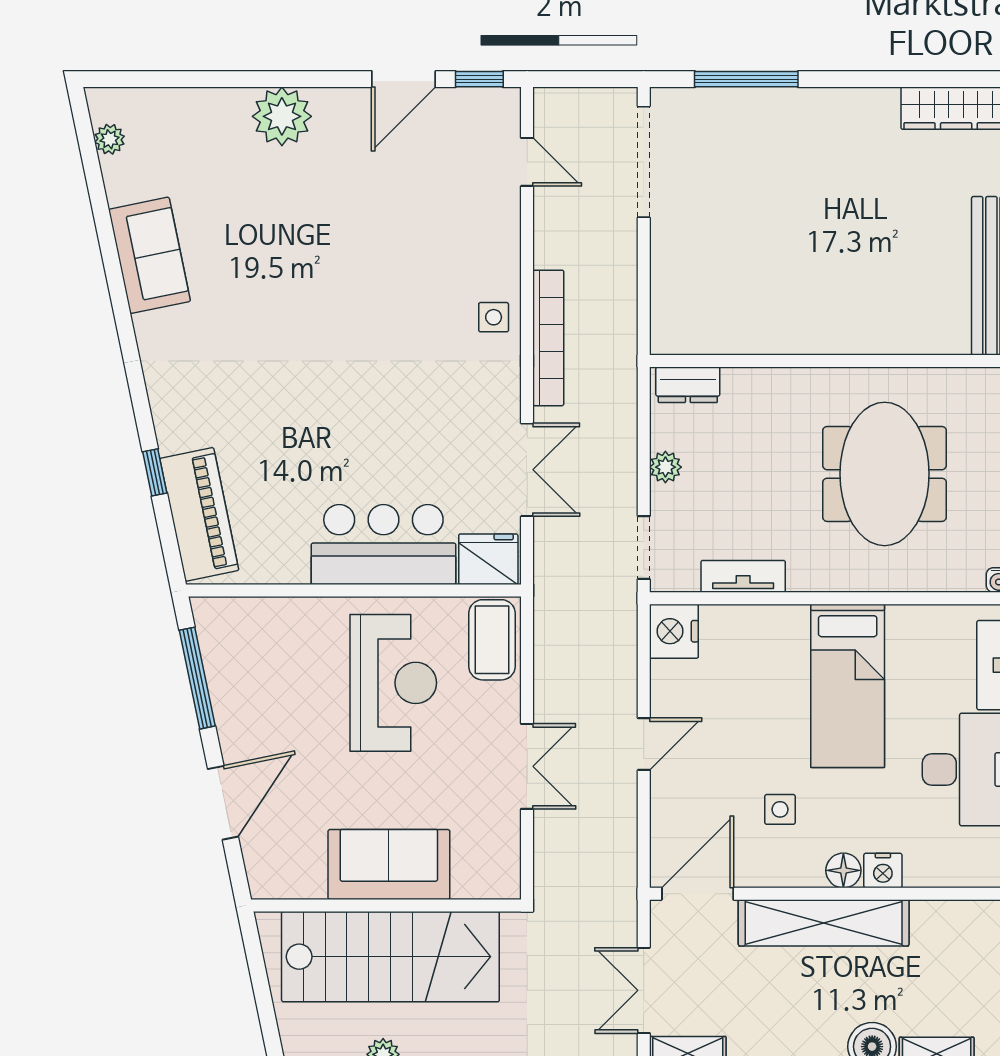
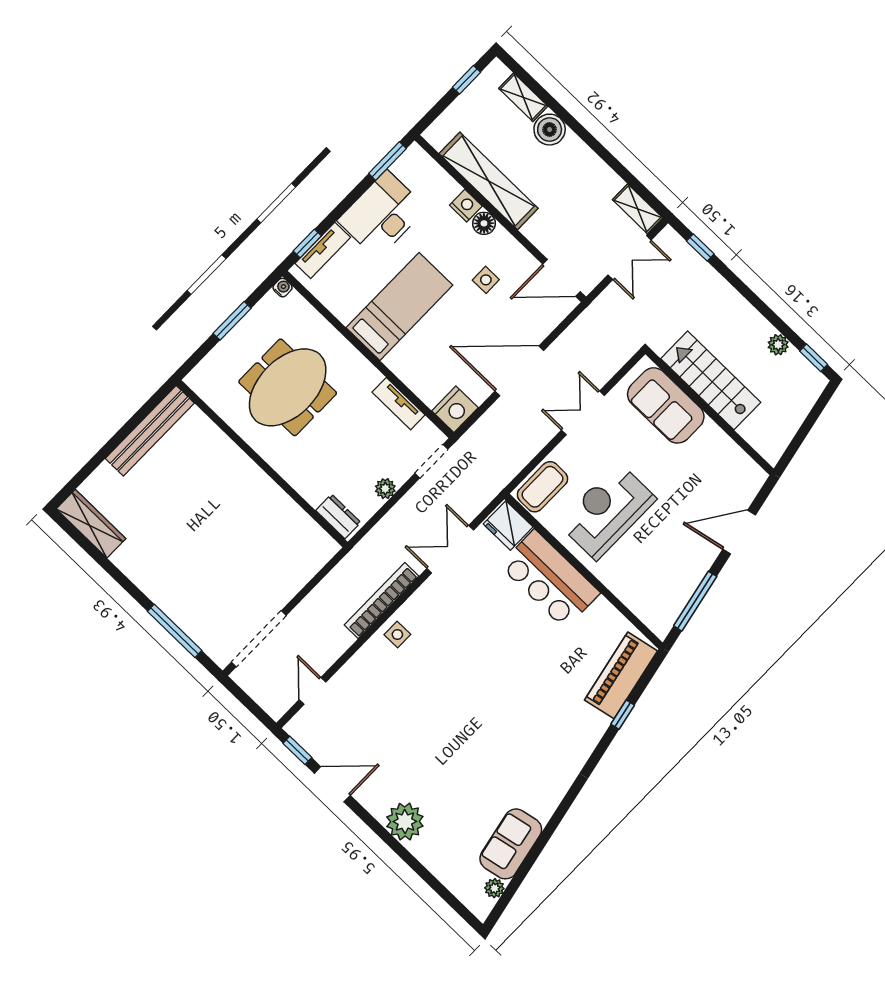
sofa: (149, 255) -> (511, 844), moved
door: (644, 744) -> (519, 371), width x1.87
sofa: (389, 864) -> (666, 405), moved
shelving: (824, 923) -> (489, 181), moved
stairs: (390, 957) -> (711, 380), width x0.73, depth x0.66

